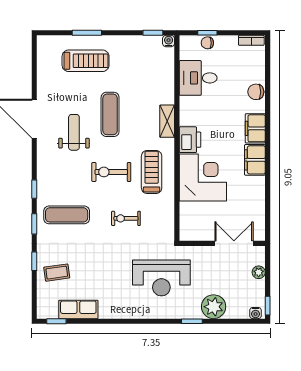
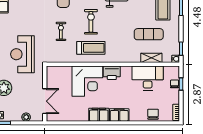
desk: (198, 78) -> (148, 78), width x1.37
chair: (256, 92) -> (153, 114), moved
exercise mat: (110, 114) -> (149, 34), moved
shelving: (167, 121) -> (151, 58), moved

